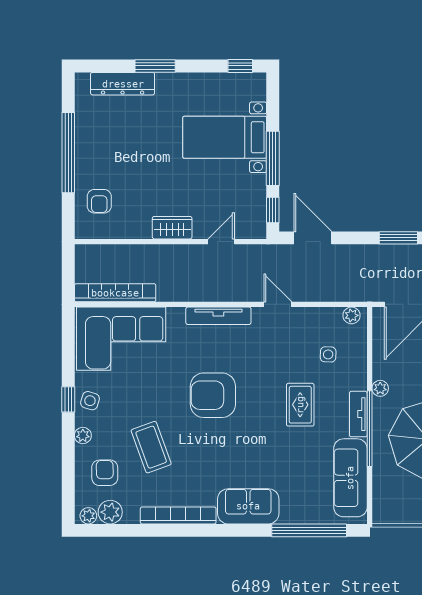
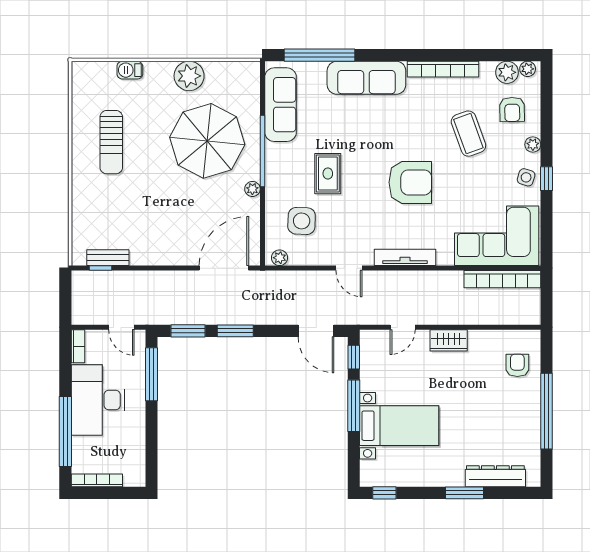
side table: (328, 354) -> (302, 221), width x1.87, depth x1.87
tv unit: (358, 414) -> (273, 165), removed
sofa: (248, 506) -> (366, 78), width x1.36

